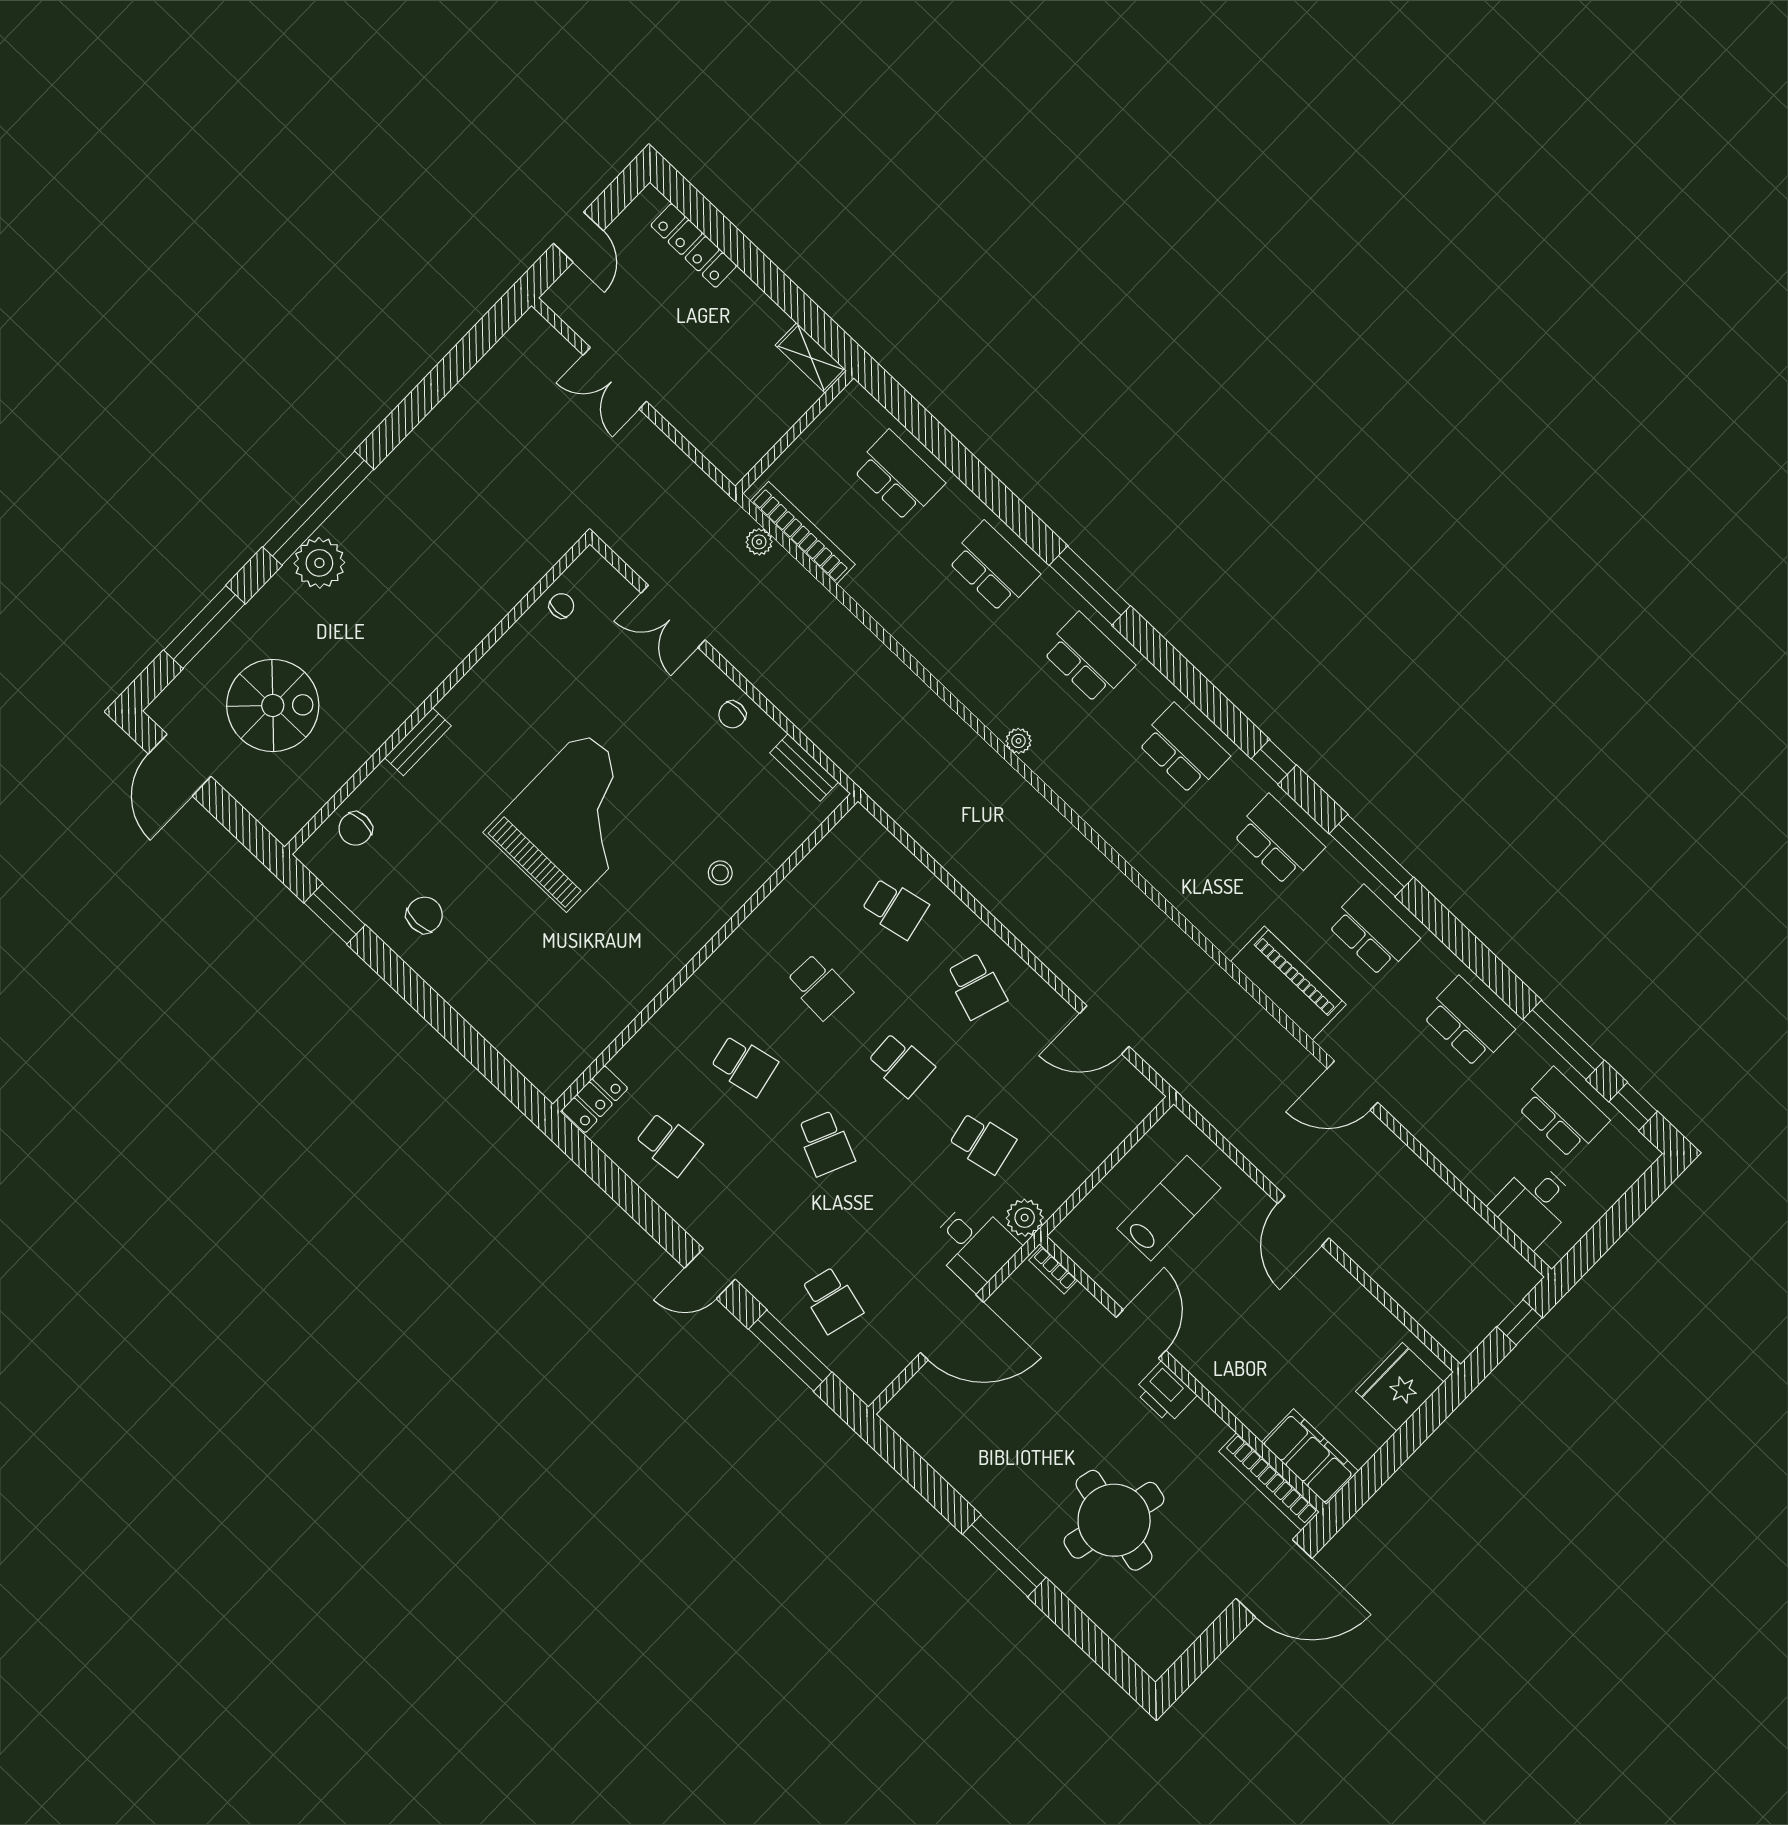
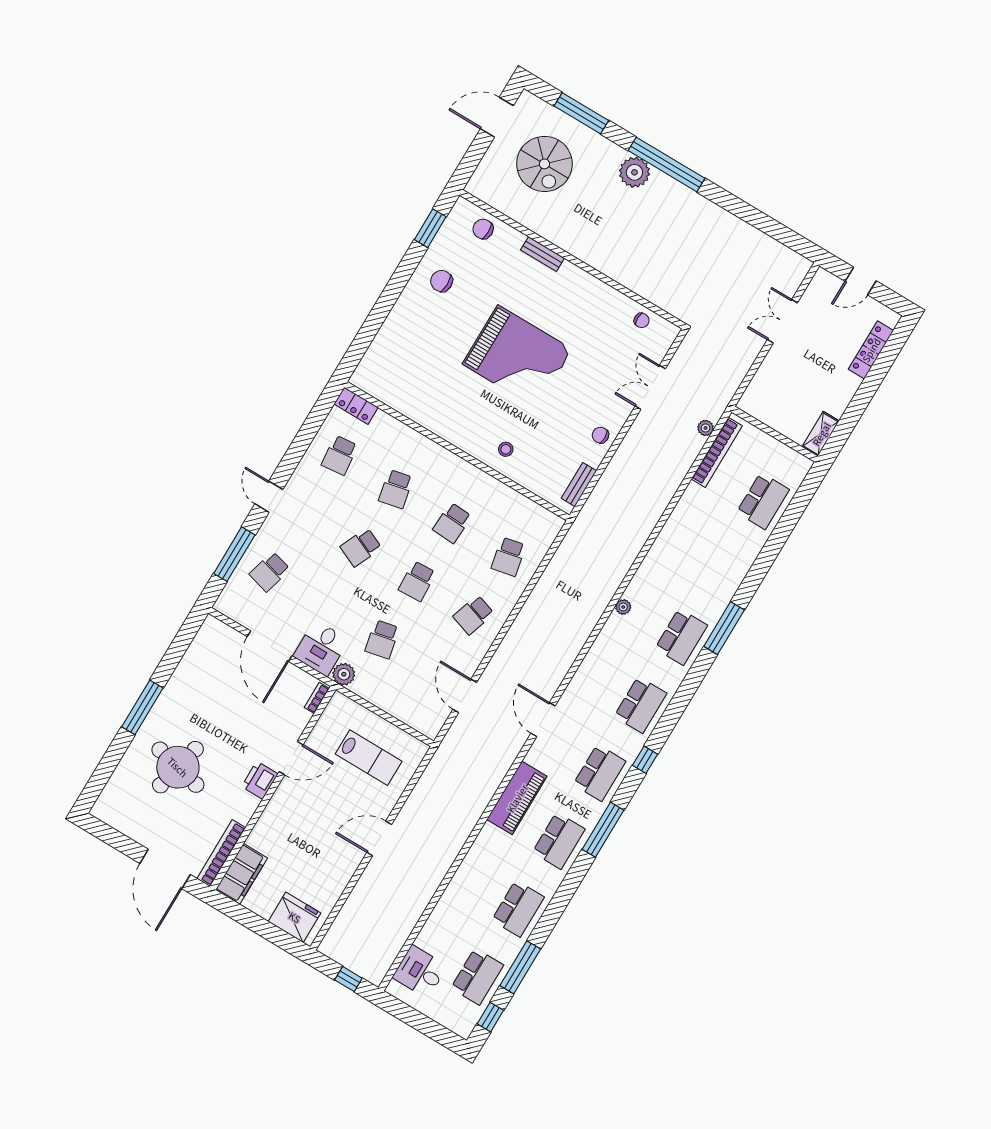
school desk: (993, 567) -> (722, 569), removed
chair: (424, 915) -> (442, 281), turned 180
door: (1352, 1086) -> (543, 720), moved

